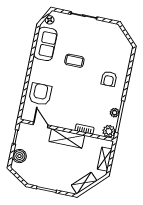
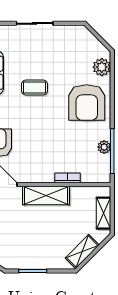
armchair: (109, 79) -> (87, 103), width x1.88, depth x1.88
plant: (109, 131) -> (102, 67), moved

